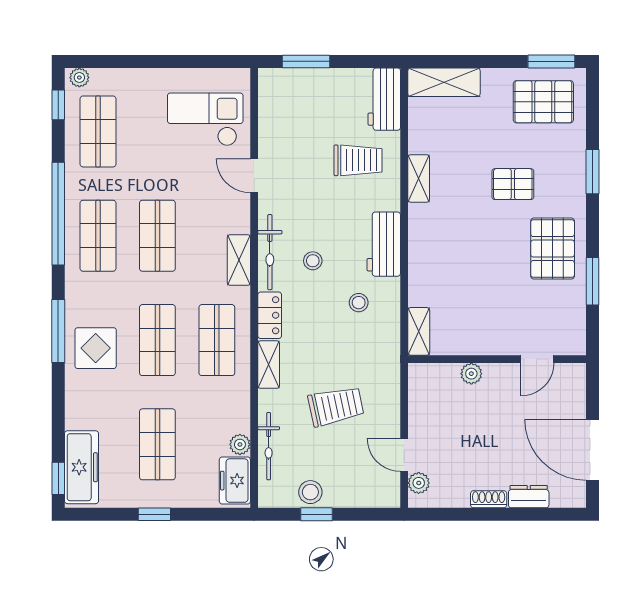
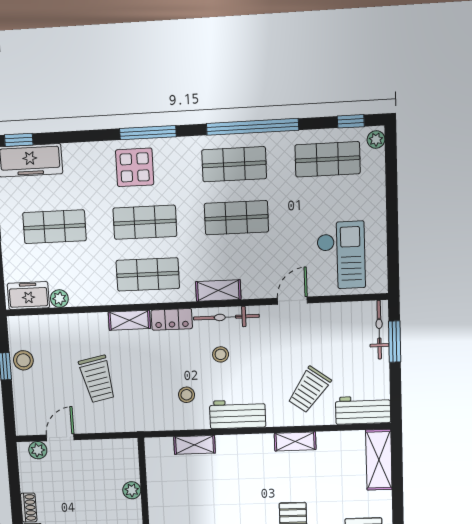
trolley: (358, 160) -> (309, 390), turned 36
shelving: (419, 331) -> (195, 445), moved
bicycle: (269, 446) -> (379, 330), moved, turned 90

